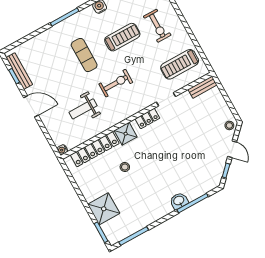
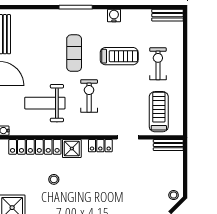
exercise bike: (157, 26) -> (158, 64), turned 180
treadmill: (180, 64) -> (159, 112), turned 90
exercise bike: (116, 83) -> (89, 96), turned -90
weight bench: (83, 109) -> (45, 103), width x1.36, depth x1.33

